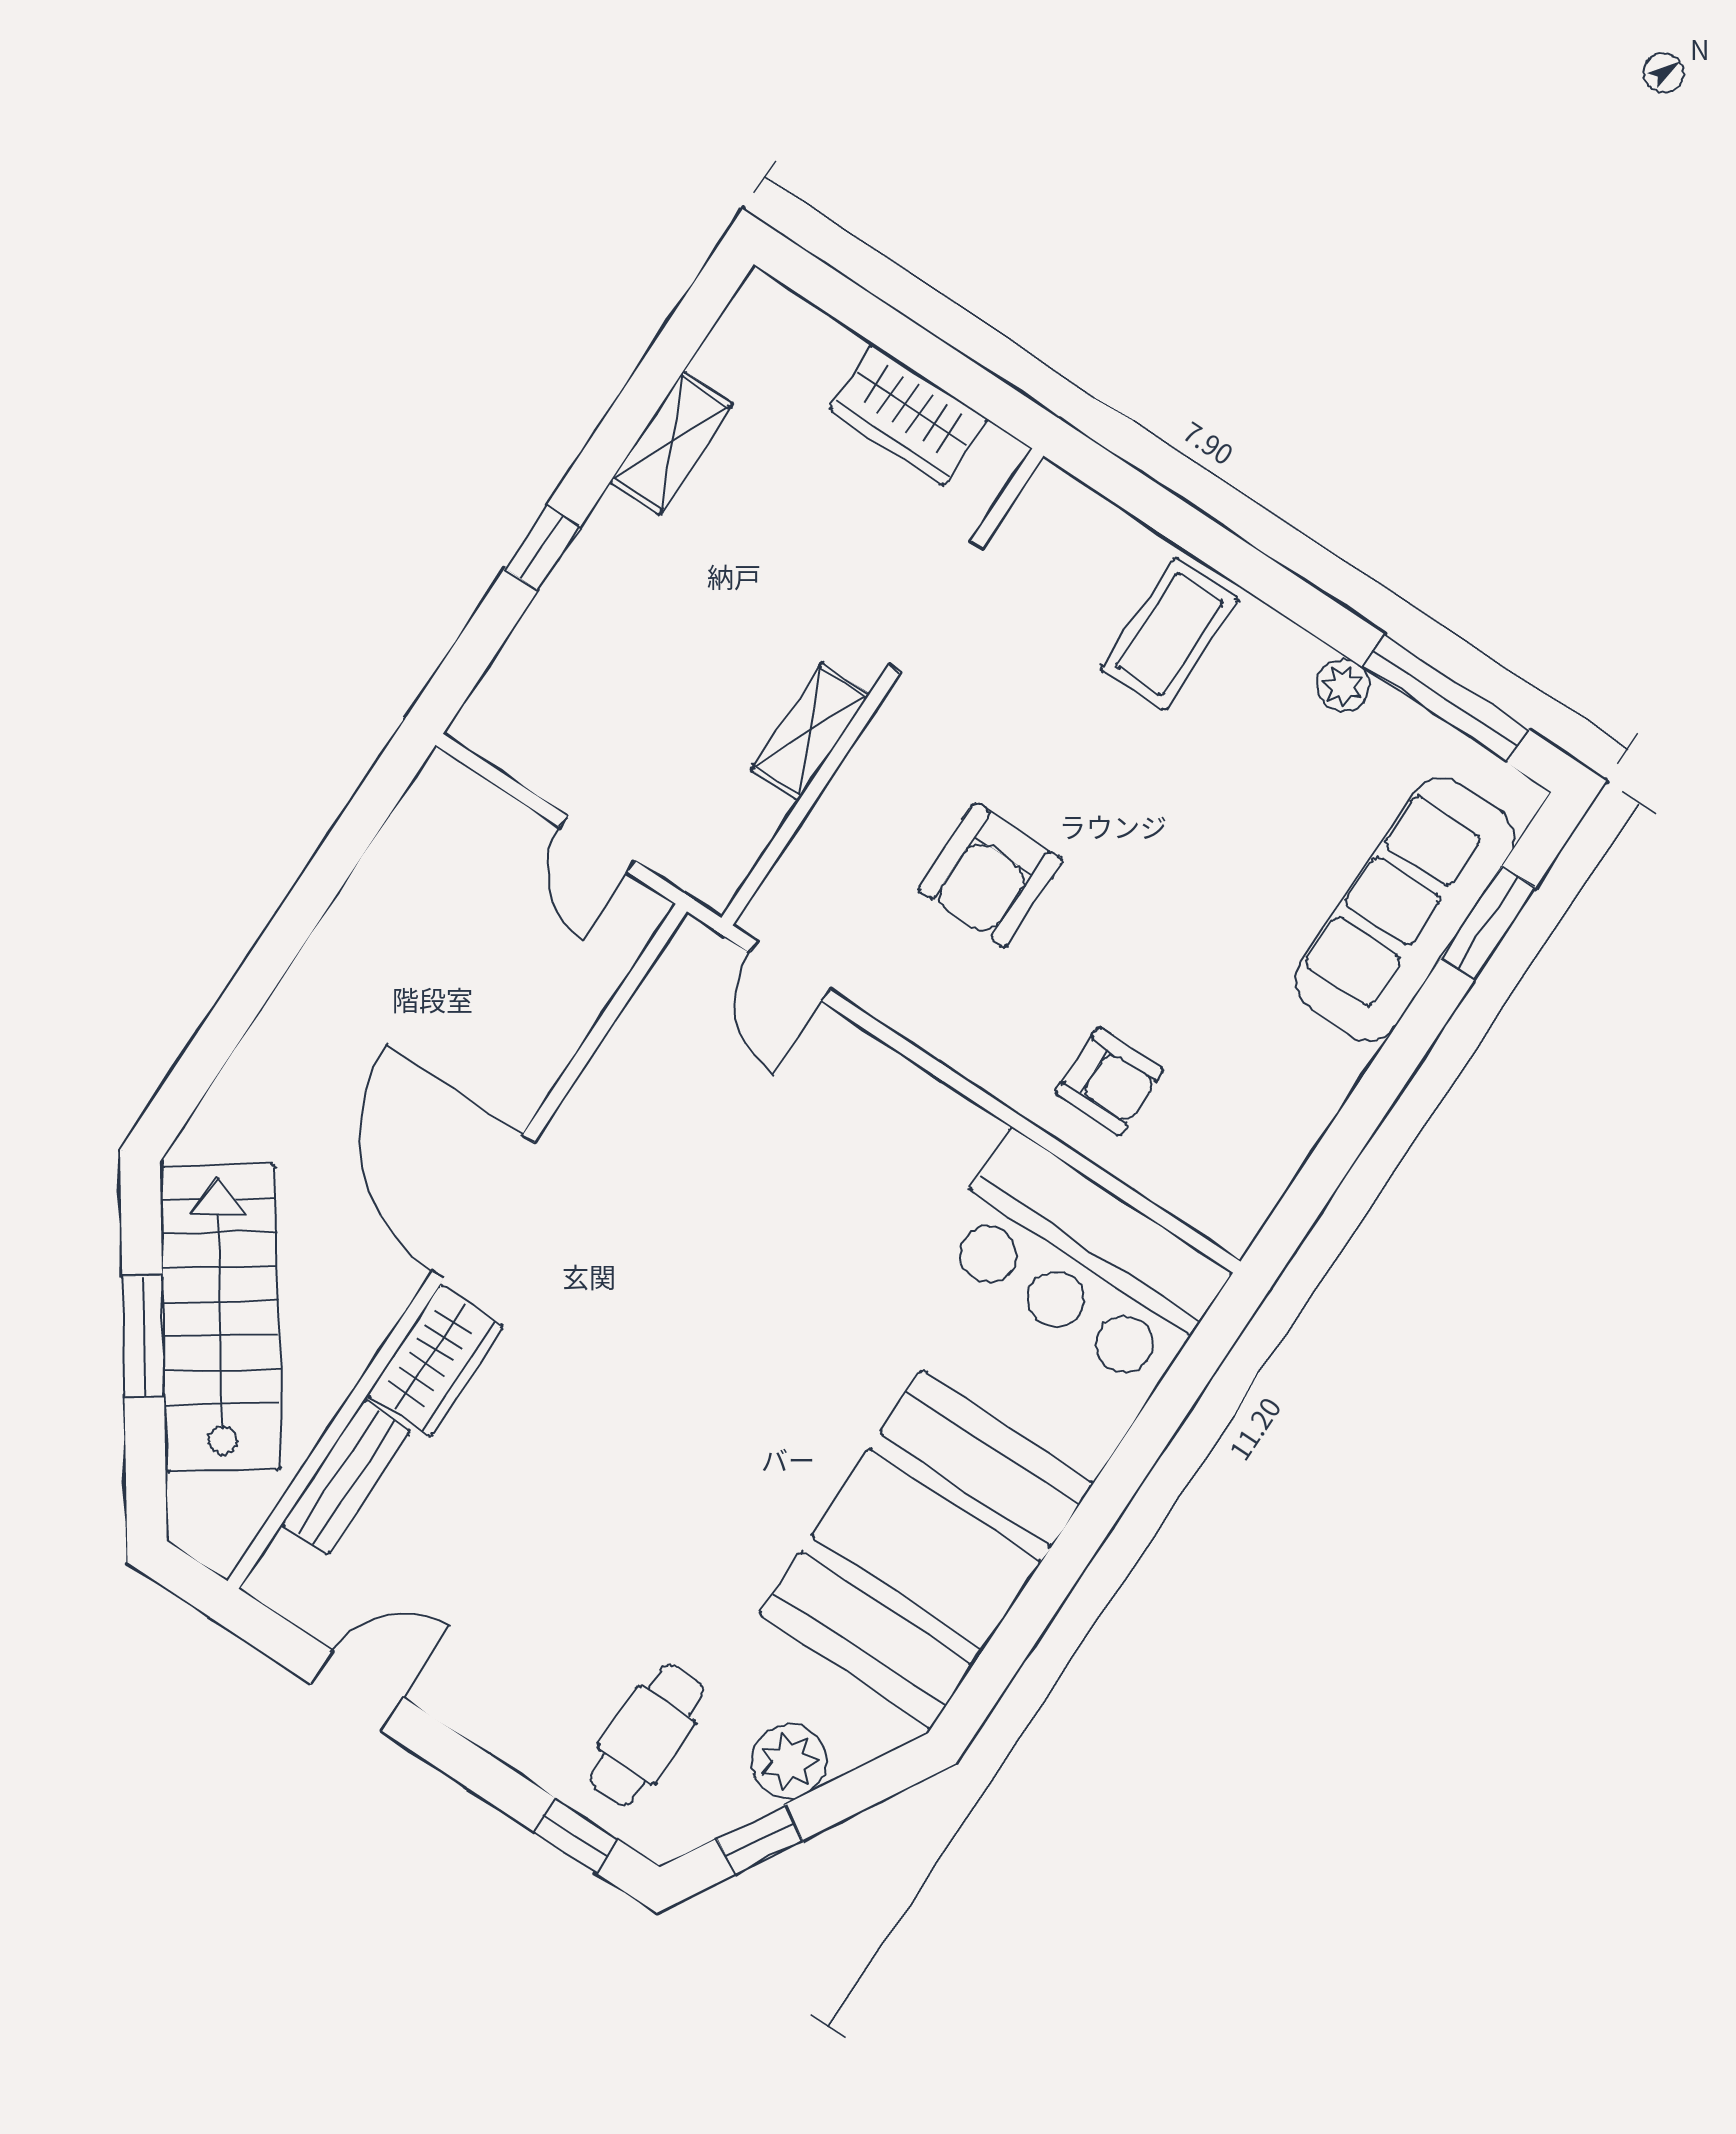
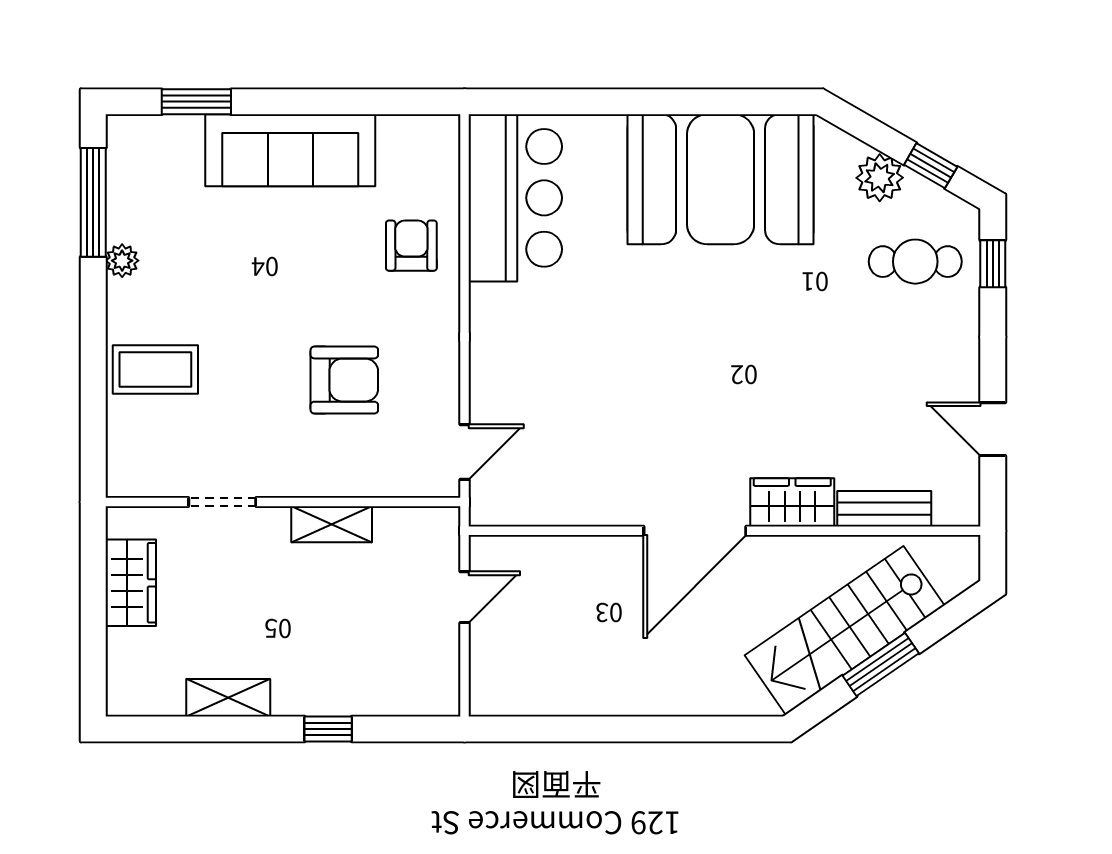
doorway: (936, 606) -> (222, 502), width x0.73
sofa: (1405, 909) -> (290, 150), moved

